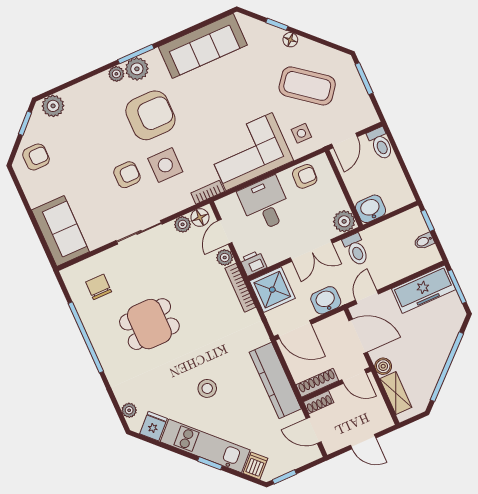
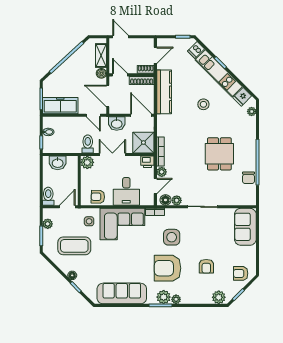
coffee table: (307, 86) -> (74, 246), turned -38
plant: (363, 101) -> (48, 224), added
armchair: (127, 175) -> (206, 266), moved, turned -90
washbasin: (371, 209) -> (58, 163), moved
chair: (99, 287) -> (249, 178), moved
door: (367, 297) -> (93, 115), hinge flipped
dining table: (149, 324) -> (219, 154), turned 90
door: (314, 430) -> (155, 55), hinge flipped
door: (363, 442) -> (121, 37), moved

